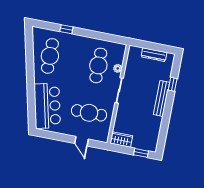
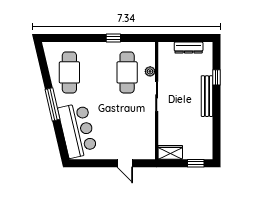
window: (66, 29) -> (113, 38), moved
window: (31, 80) -> (53, 104), added
cafe table: (89, 113) -> (127, 129), removed

